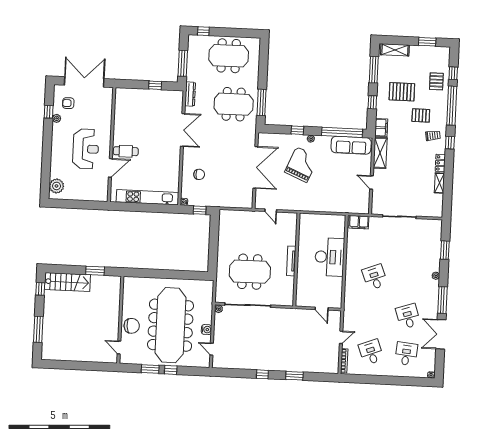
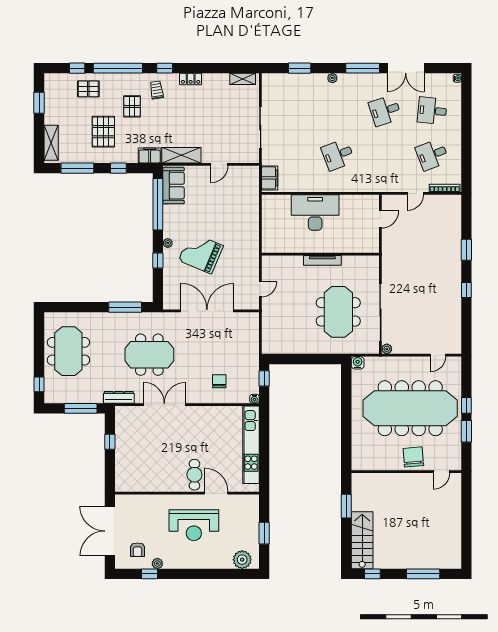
meeting table: (234, 104) -> (149, 355), moved, turned 90
sofa: (351, 145) -> (174, 186), width x0.73
reception desk: (86, 149) -> (194, 525), turned 180
shelving: (439, 183) -> (243, 79), moved
window: (77, 204) -> (264, 533), added
water cooler: (207, 330) -> (358, 363), moved
door: (341, 337) -> (415, 193), swing flipped

